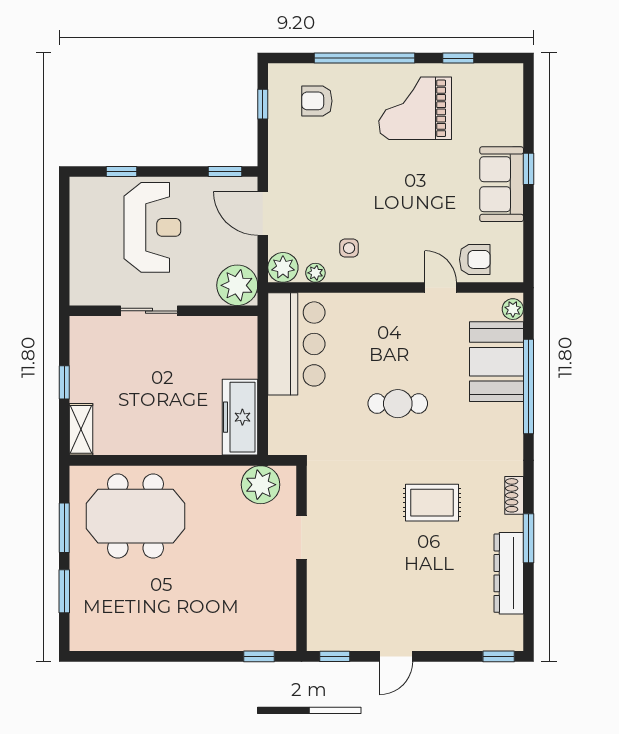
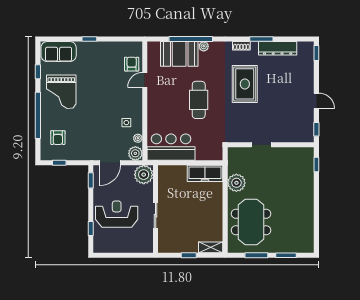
sofa: (502, 184) -> (59, 52), moved
plant: (513, 309) -> (204, 46), moved
cafe table: (398, 404) -> (199, 100), width x1.37, depth x1.35
plant: (261, 485) -> (236, 183), moved
rug: (432, 503) -> (245, 84), width x1.36, depth x1.43

